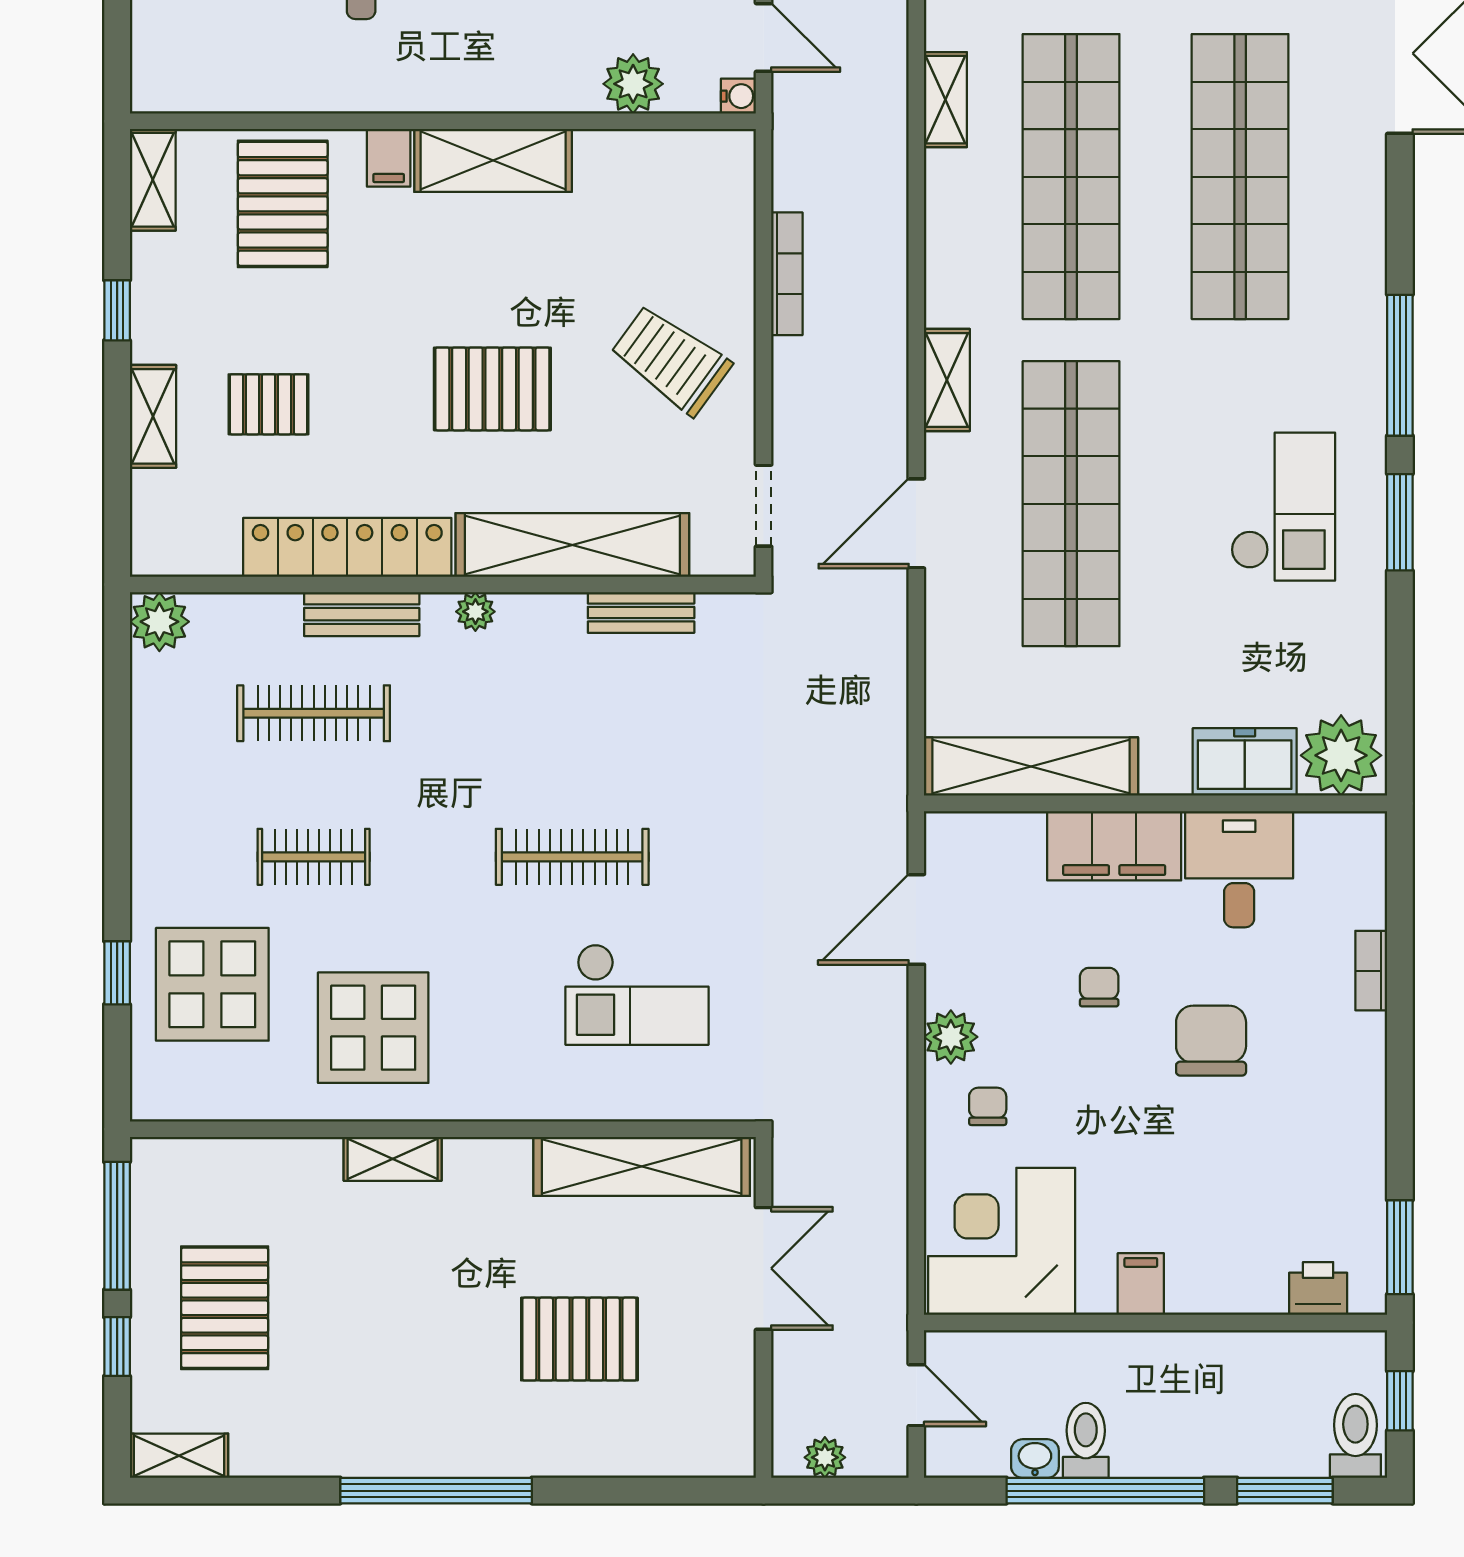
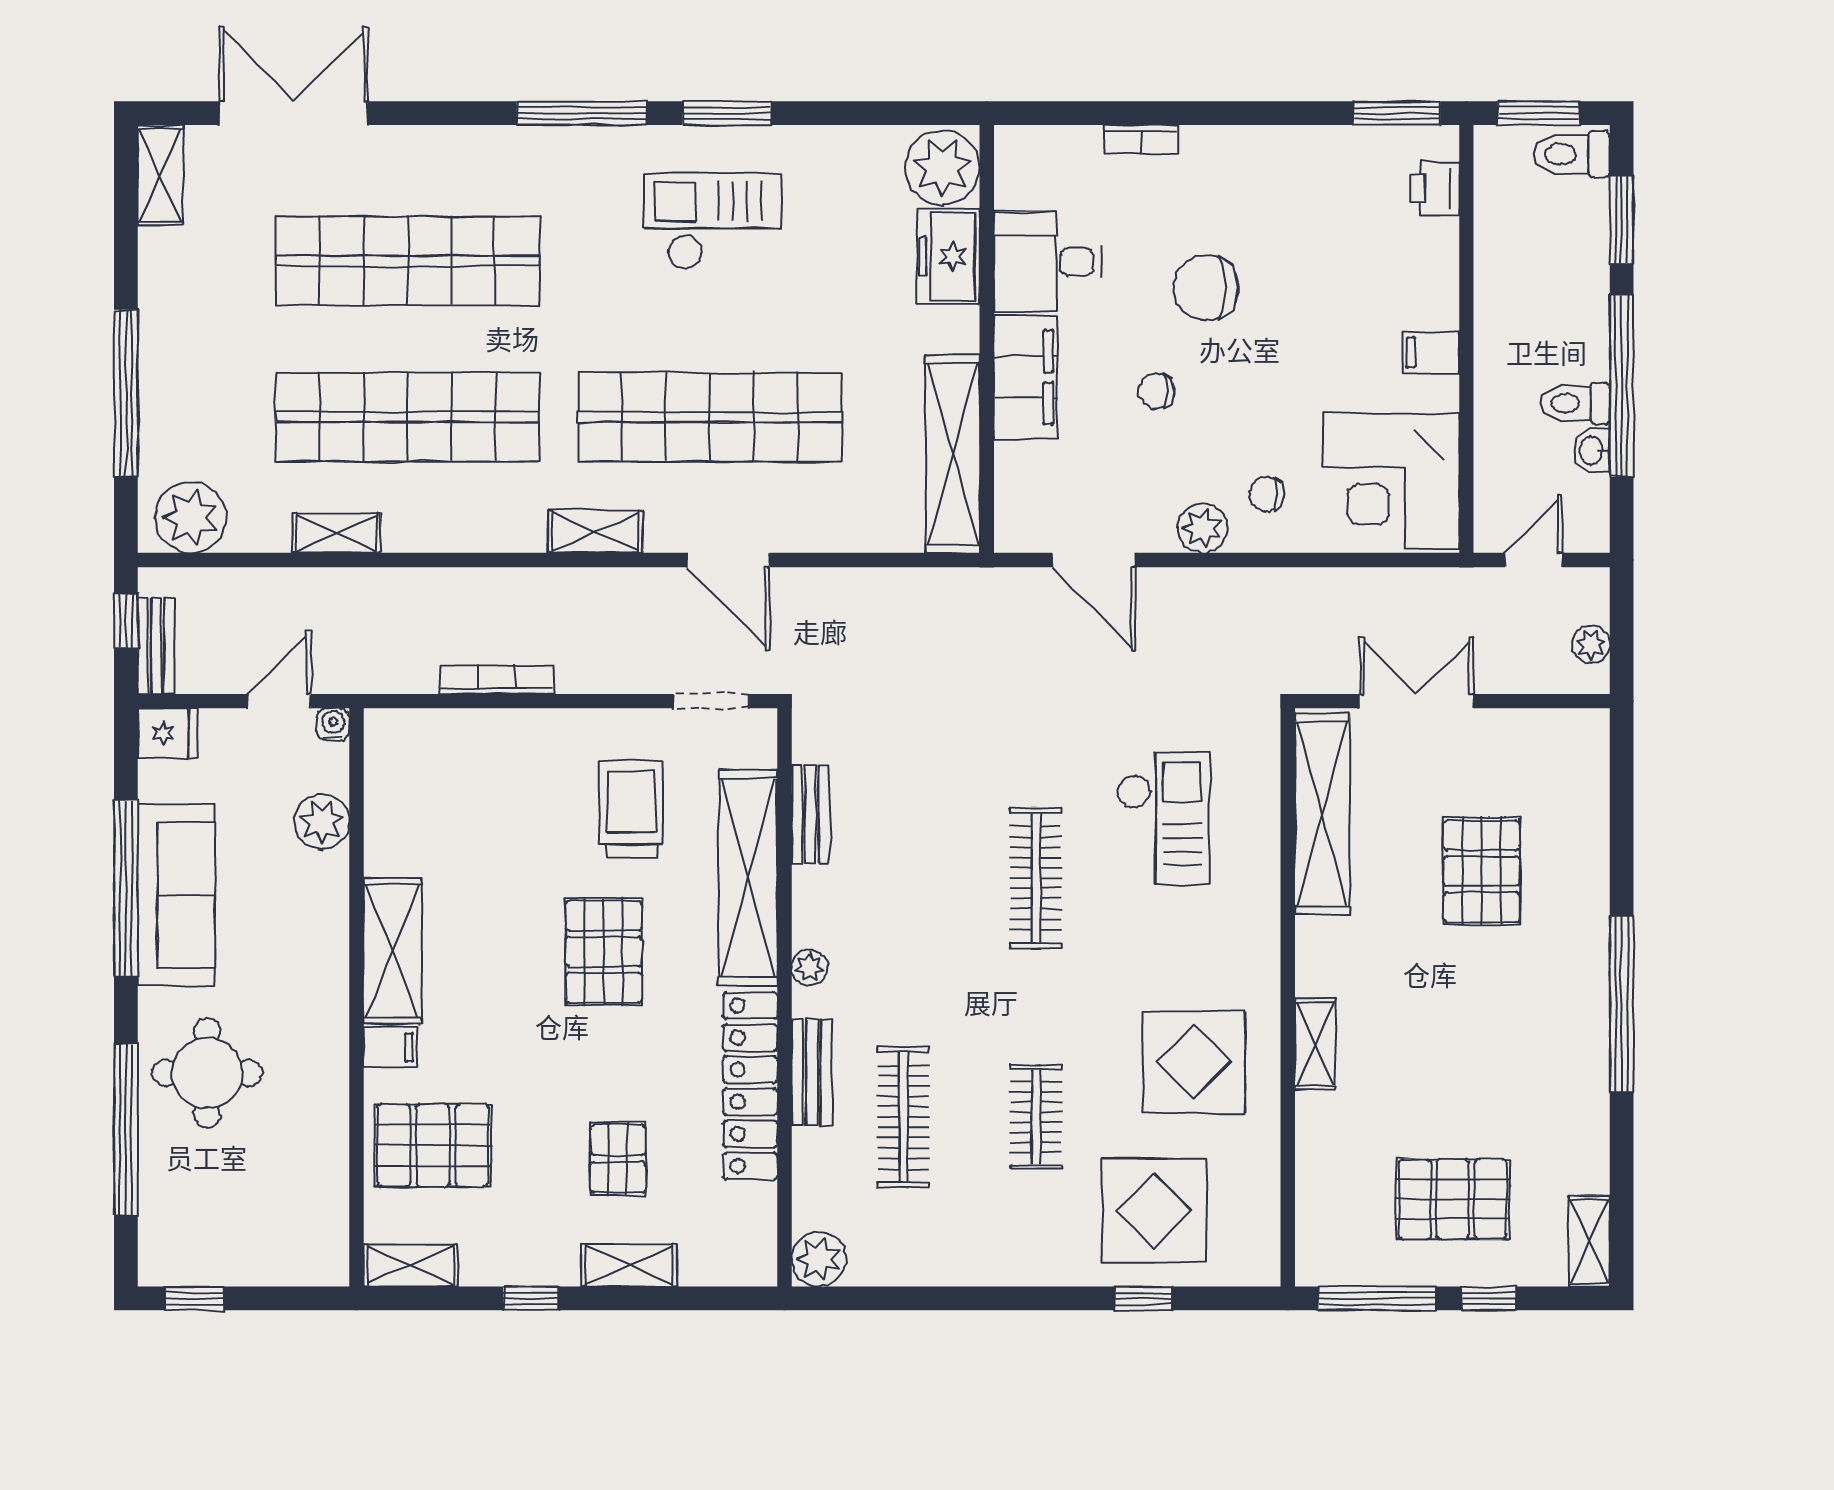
trolley: (671, 360) -> (631, 809), moved, turned 144
window: (1400, 1401) -> (1539, 113), width x1.50

